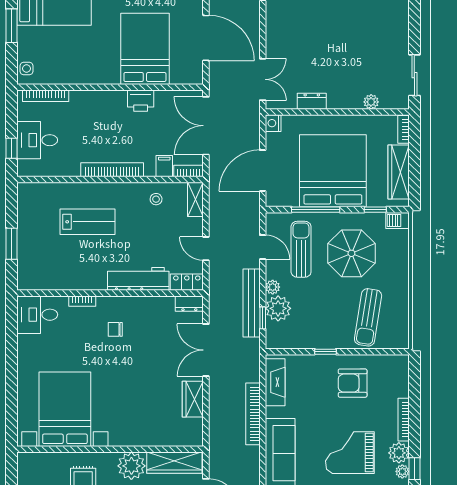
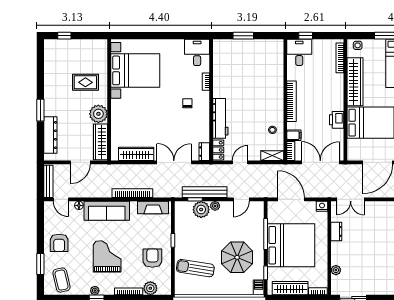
wardrobe: (82, 72) -> (355, 82), added
desk: (37, 140) -> (299, 52), moved
lab bench: (87, 222) -> (258, 85), removed
sun lounger: (301, 249) -> (240, 224), removed
wardrobe: (193, 399) -> (136, 154), width x1.50
plant: (399, 453) -> (150, 288), moved

